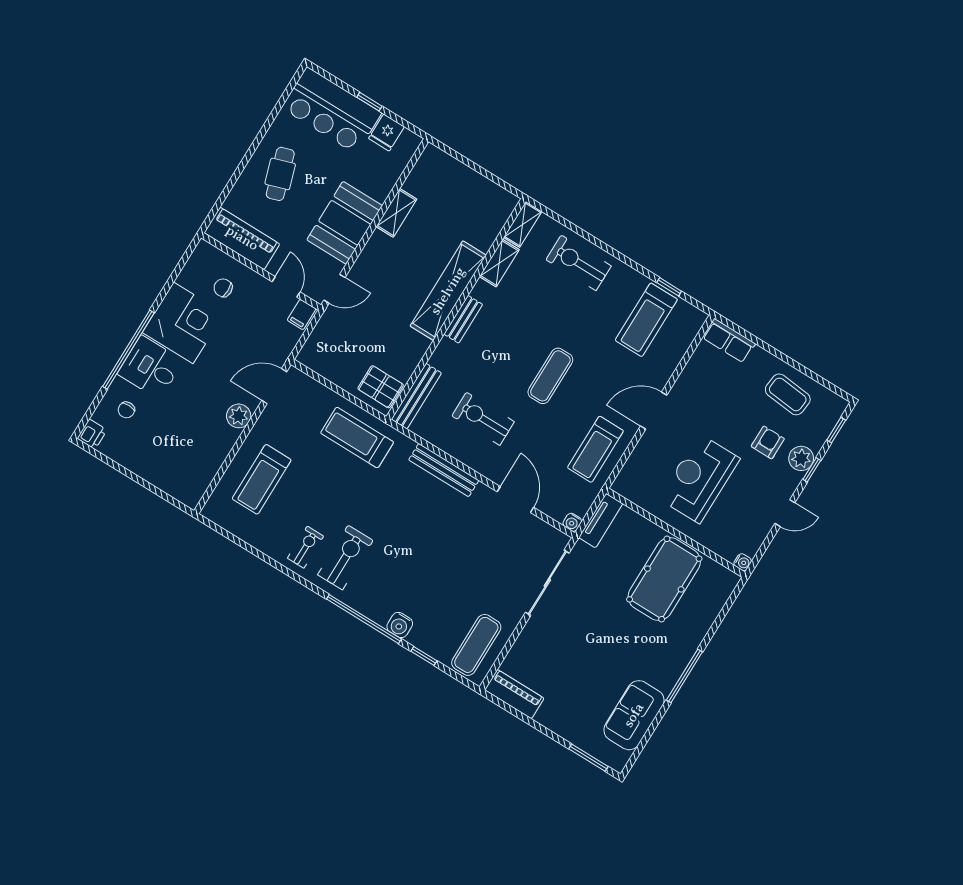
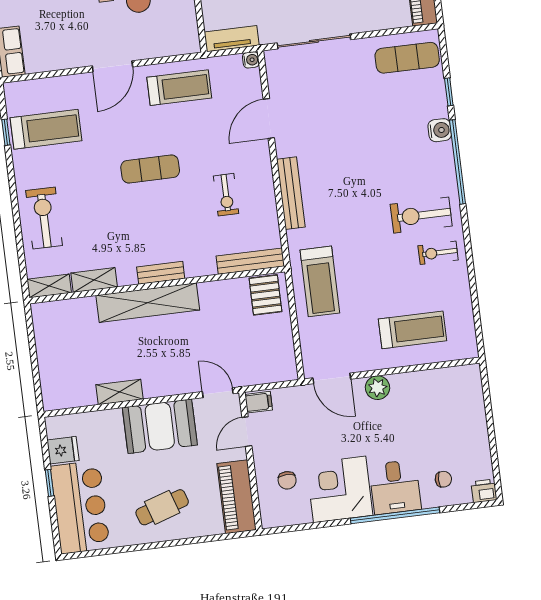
exercise bike: (579, 263) -> (44, 218), turned 180
door: (654, 411) -> (112, 66), hinge flipped
exercise bike: (483, 419) -> (226, 195), width x0.73, depth x0.72

